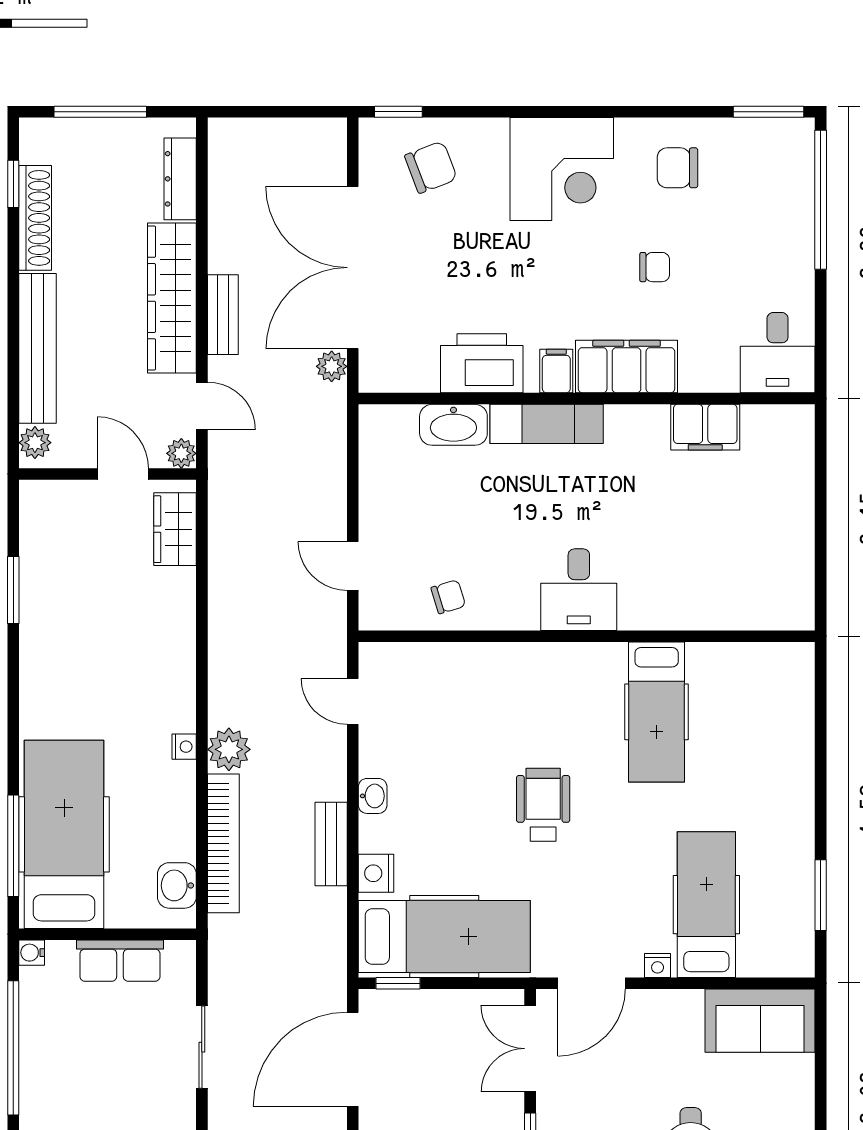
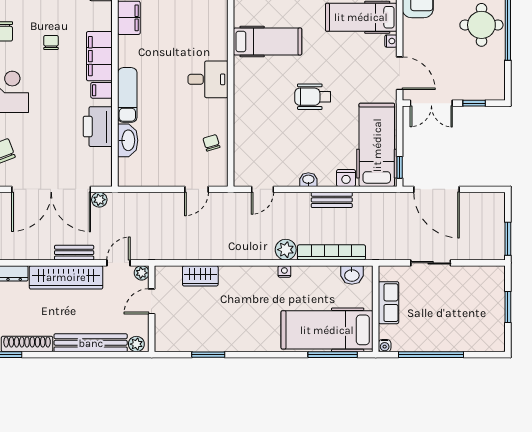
wardrobe: (175, 529) -> (200, 276), moved

